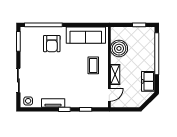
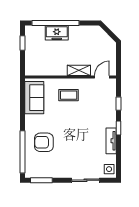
sofa: (86, 35) -> (34, 98), width x0.73
armchair: (52, 44) -> (44, 142), turned 180
boiler: (119, 48) -> (49, 66), removed
freezer: (148, 81) -> (57, 33), moved
door: (109, 95) -> (102, 77), hinge flipped

